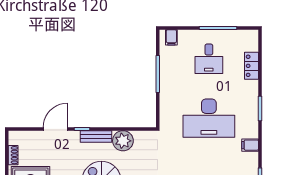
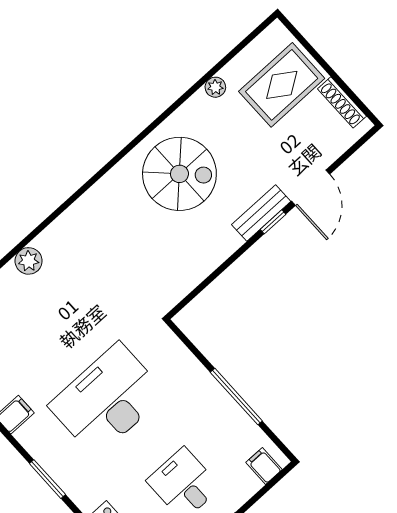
bench: (96, 136) -> (261, 213), moved
plant: (123, 141) -> (200, 258), removed
shoe rack: (13, 155) -> (342, 102), width x1.43

